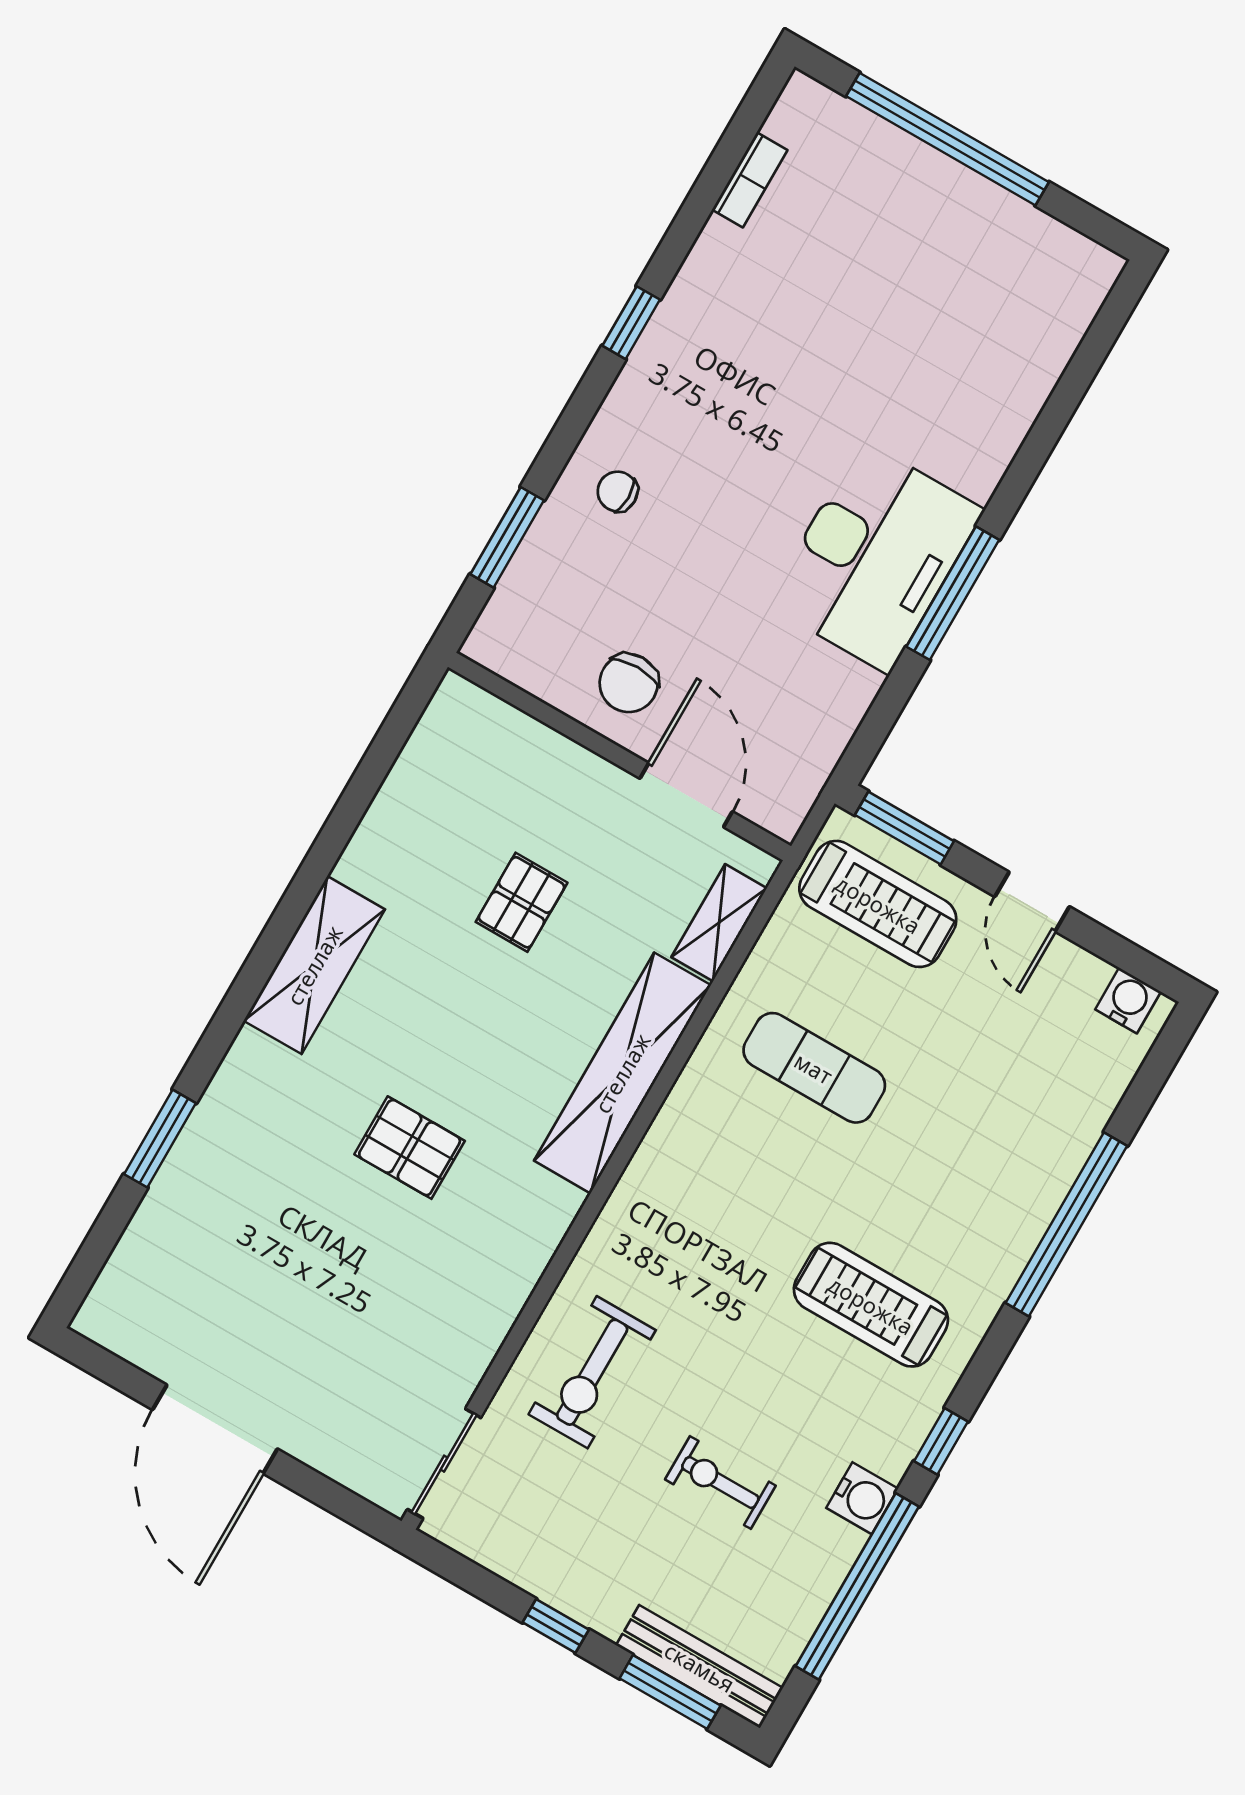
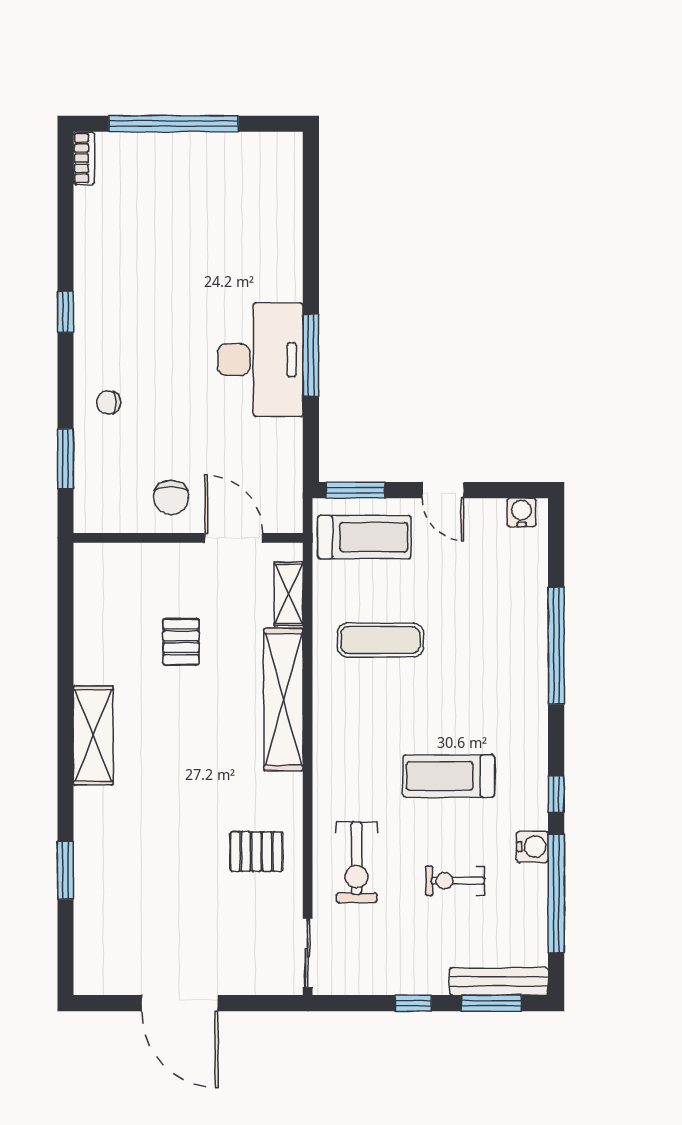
bookcase: (750, 180) -> (84, 158), moved
pallet: (410, 1148) -> (256, 851), moved
treadmill: (871, 1305) -> (449, 776), moved

